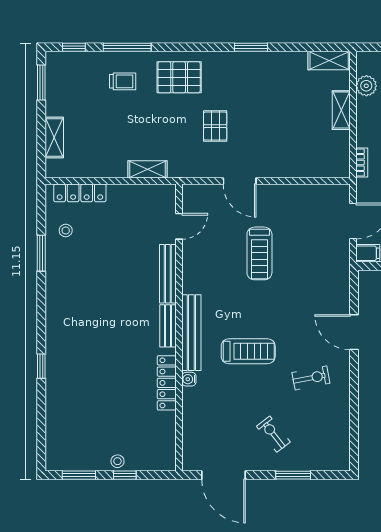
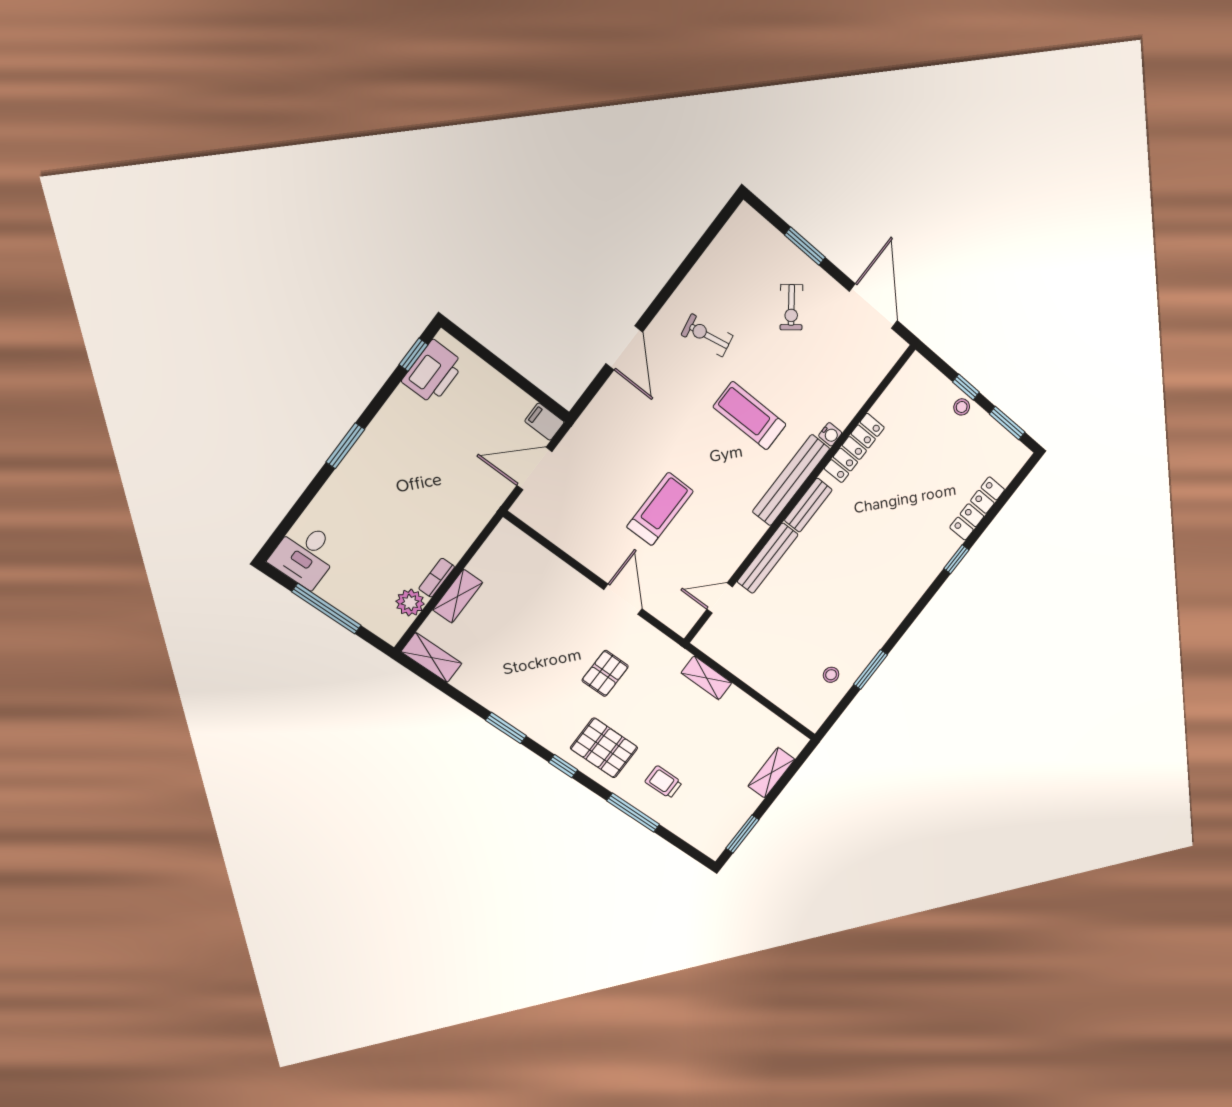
window: (74, 47) -> (563, 766), moved
bookcase: (362, 162) -> (437, 578), moved
locker: (80, 193) -> (977, 509), moved, turned -90

